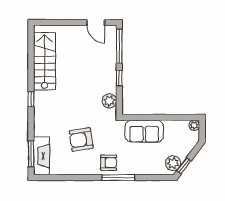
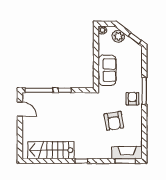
door: (96, 23) -> (20, 109), hinge flipped
plant: (109, 101) -> (83, 98), removed
plant: (173, 163) -> (118, 36), moved

